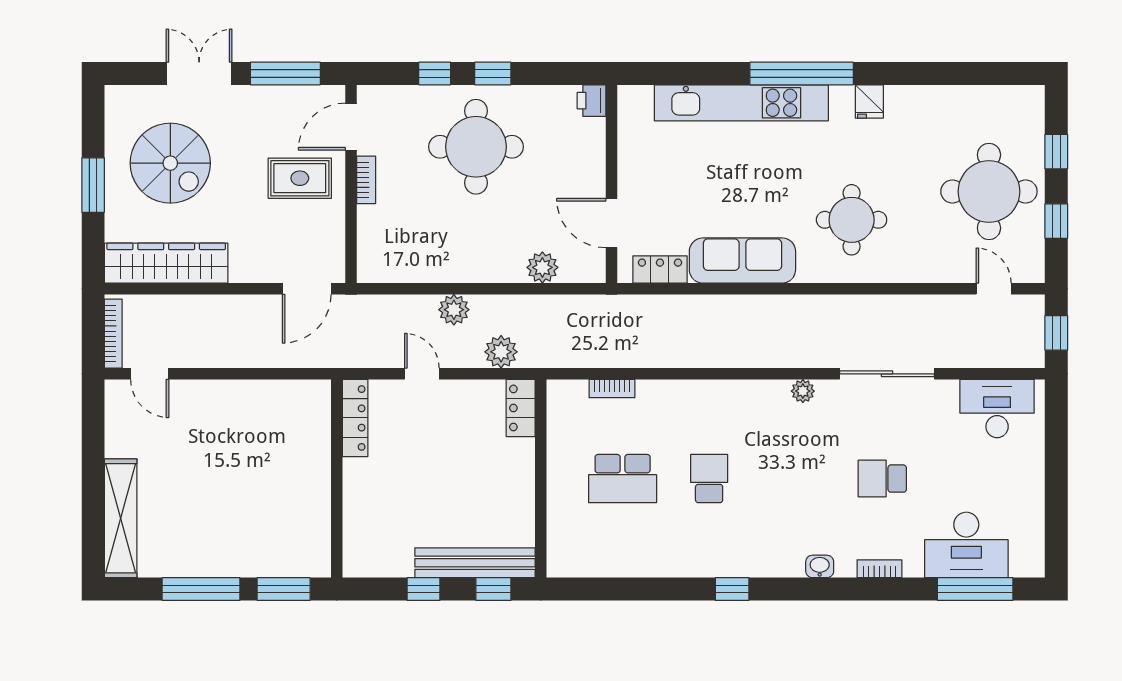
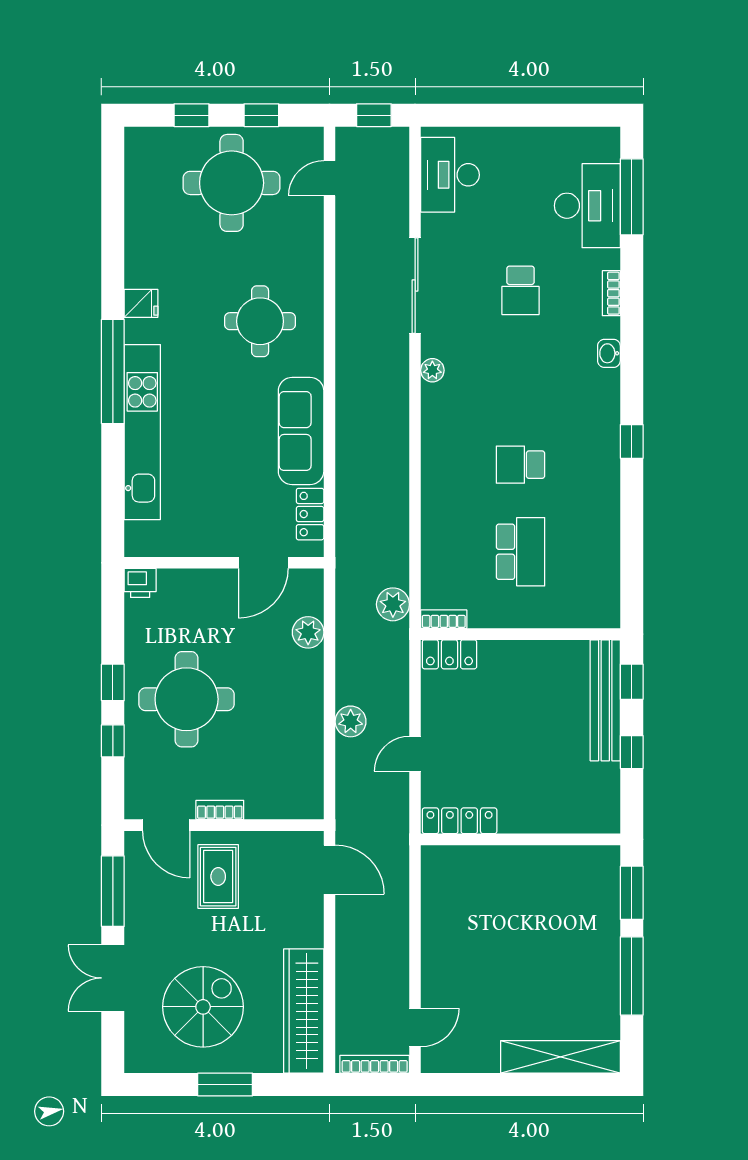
plant: (501, 352) -> (393, 604), moved
bookcase: (612, 389) -> (444, 619), moved, turned -90

